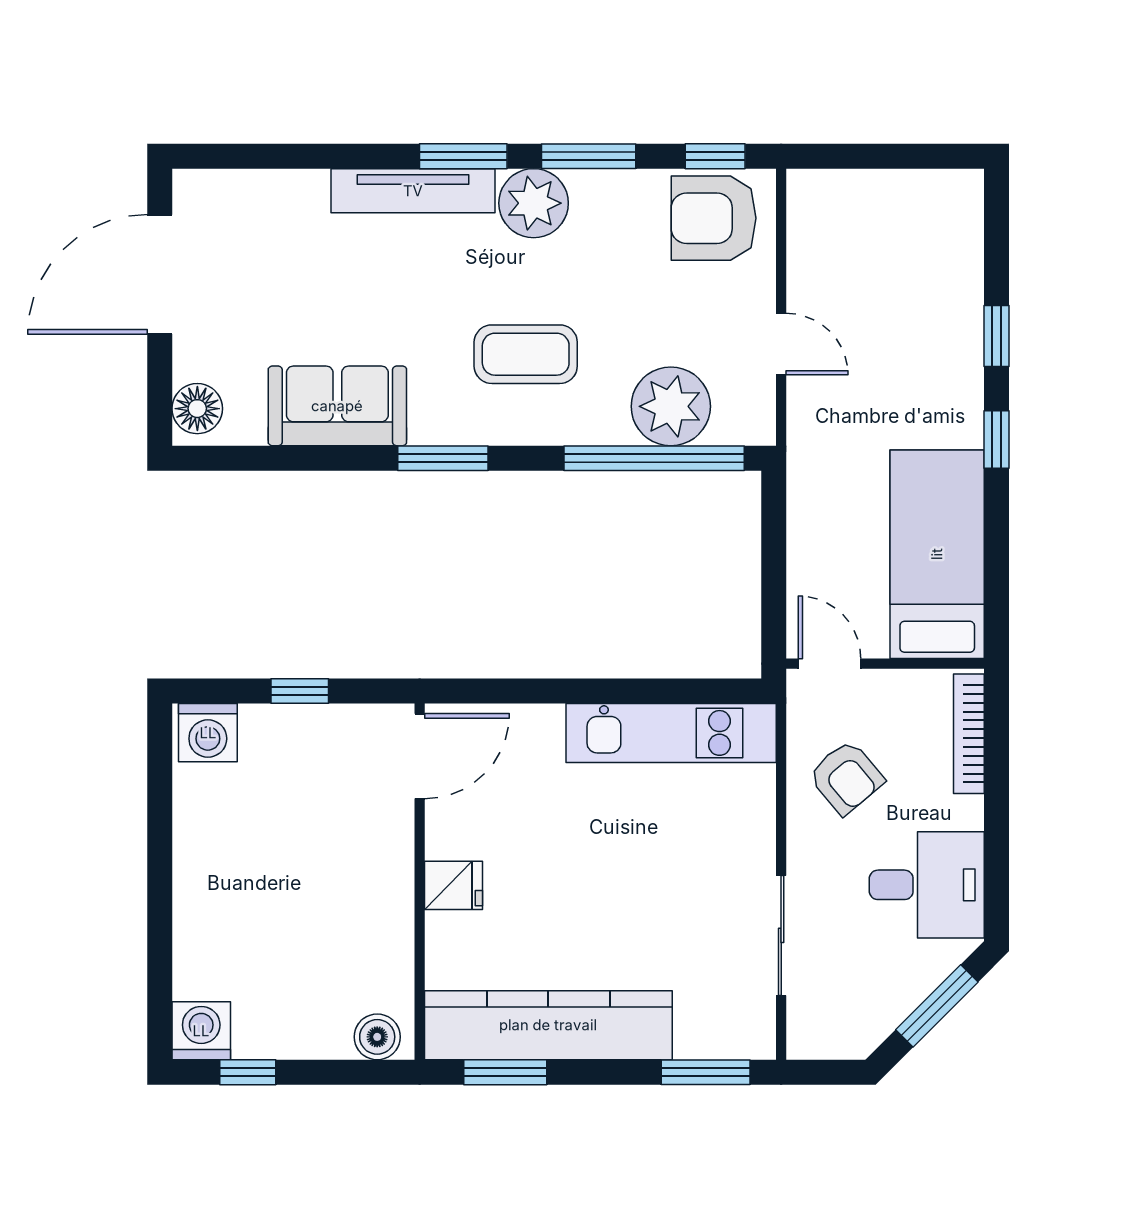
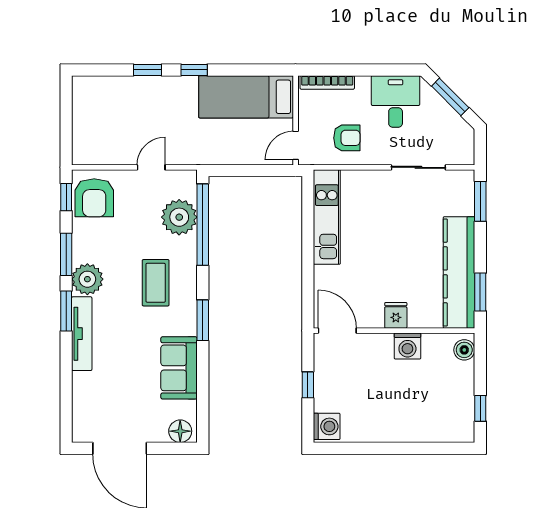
armchair: (846, 777) -> (347, 138), turned 40
washing machine: (201, 1031) -> (407, 346), moved, turned -90

